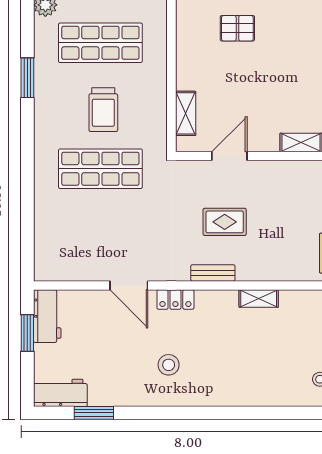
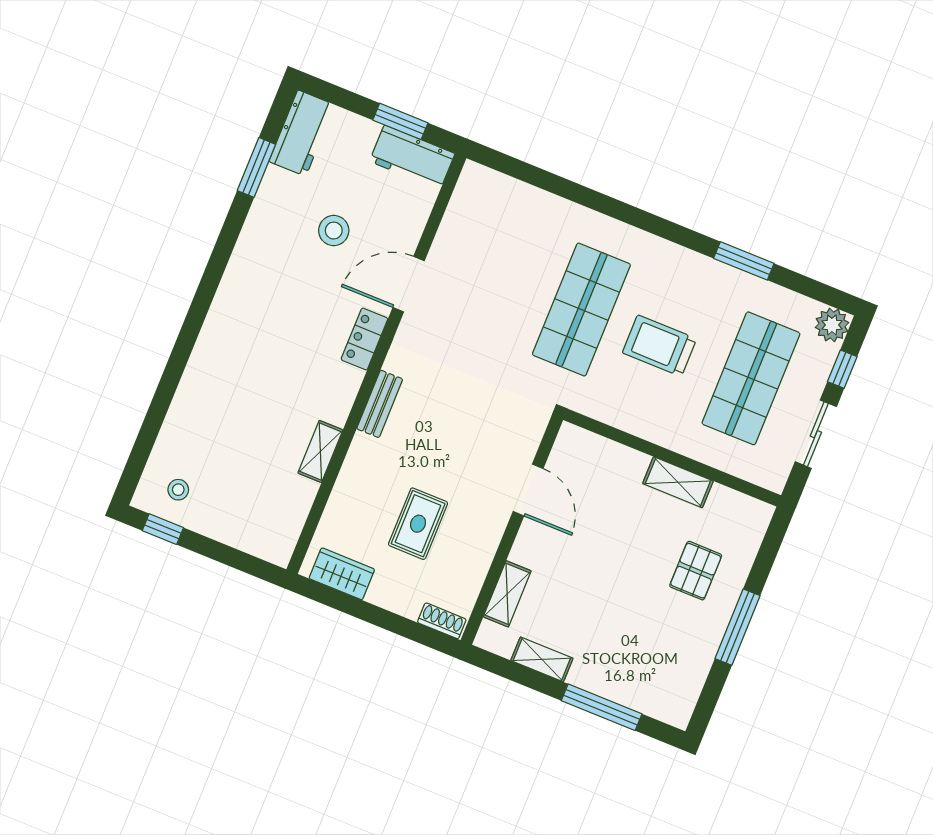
shelving: (186, 113) -> (678, 482), moved
rug: (225, 222) -> (418, 524), moved
stool: (169, 365) -> (334, 231), moved

